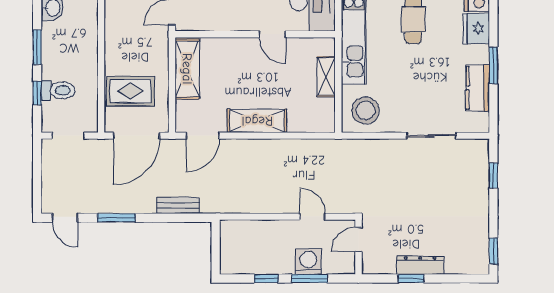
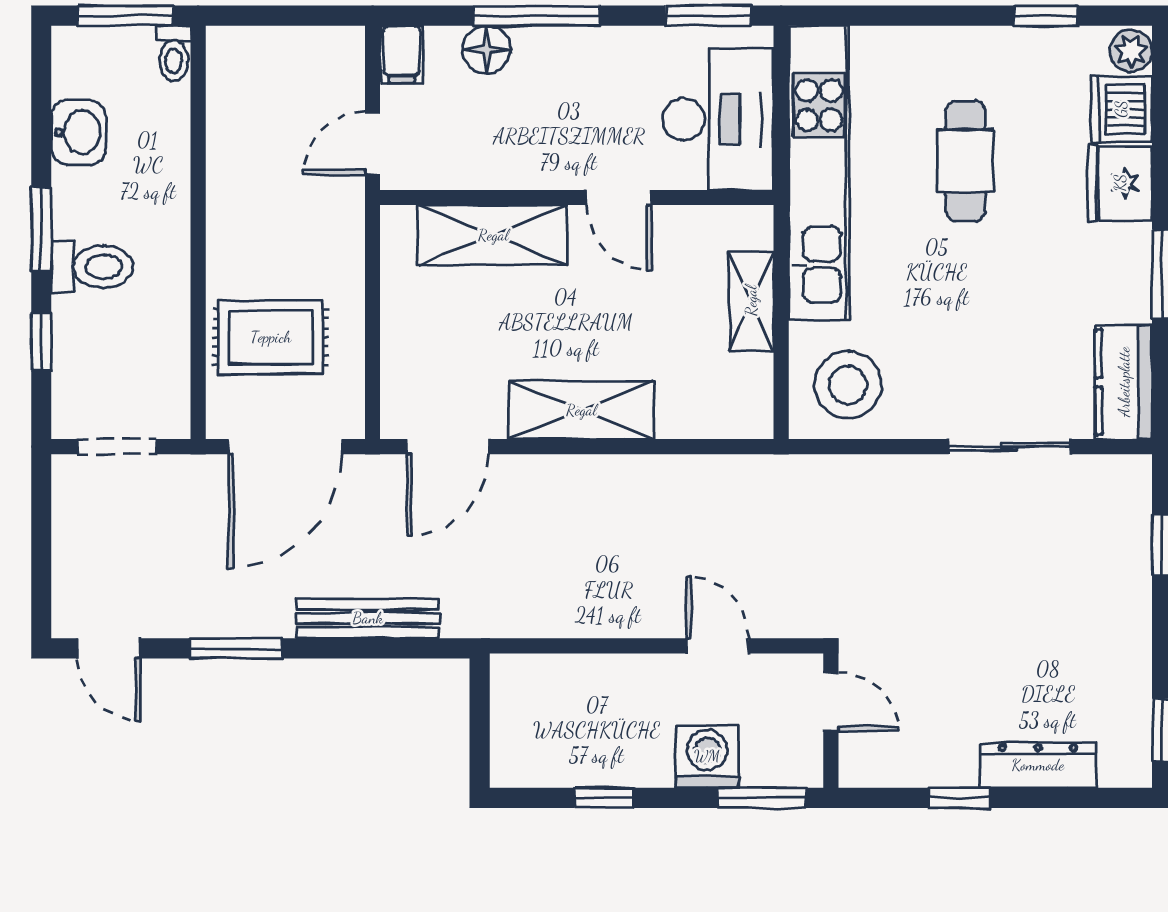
shelving: (187, 69) -> (493, 235), moved, turned 90
kitchen counter: (478, 88) -> (1124, 382), moved
toilet: (58, 90) -> (92, 267), moved
bench: (178, 206) -> (368, 618), width x1.36
door: (359, 239) -> (831, 702), swing flipped
dresser: (420, 265) -> (1038, 765), moved
window: (310, 279) -> (762, 798), moved

